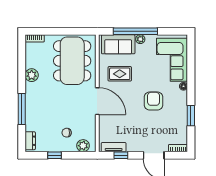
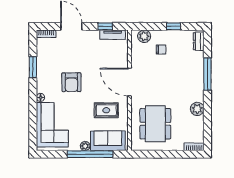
dining table: (72, 61) -> (155, 124), width x0.73, depth x0.80

